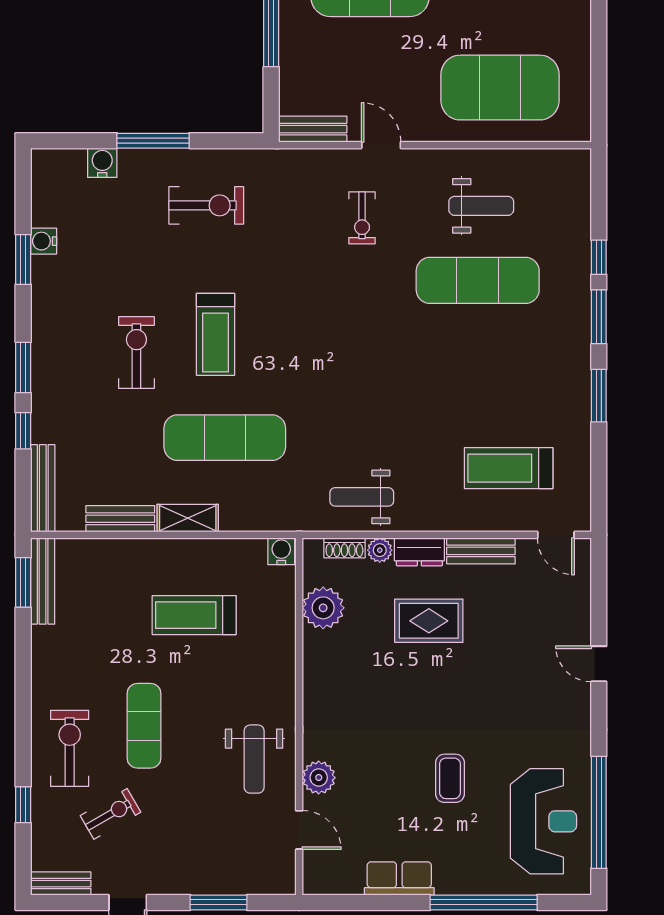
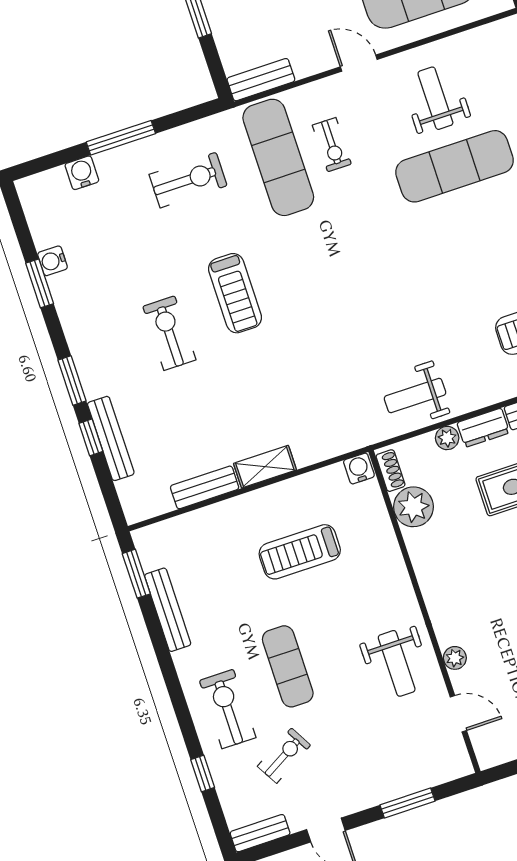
door: (381, 145) -> (359, 63), moved
weight bench: (481, 206) -> (435, 98), turned -90
exercise mat: (225, 438) -> (278, 157), moved, turned 90
bench: (43, 488) -> (111, 438), moved
shoe rack: (344, 548) -> (390, 471), moved, turned -90
bench: (43, 581) -> (168, 610), moved
plant: (319, 778) -> (455, 658), width x0.73, depth x0.73

